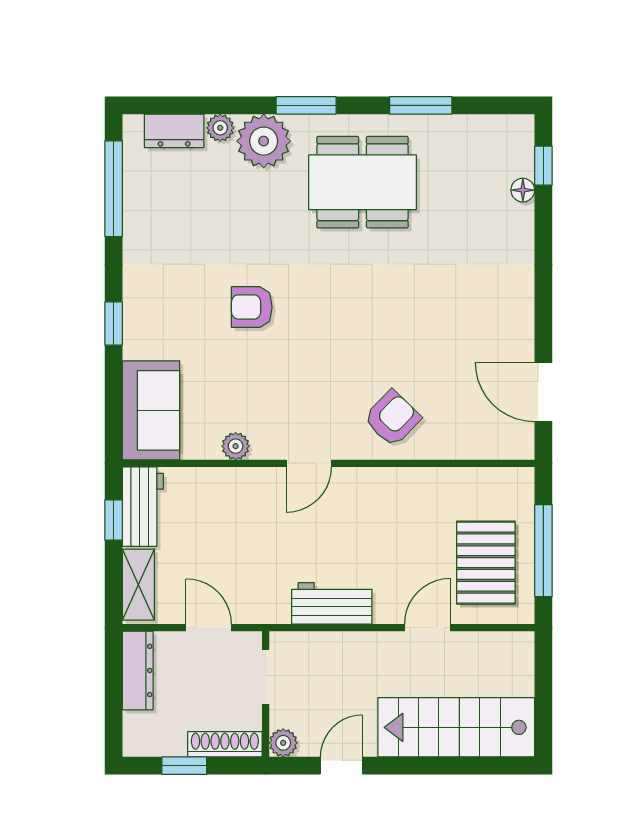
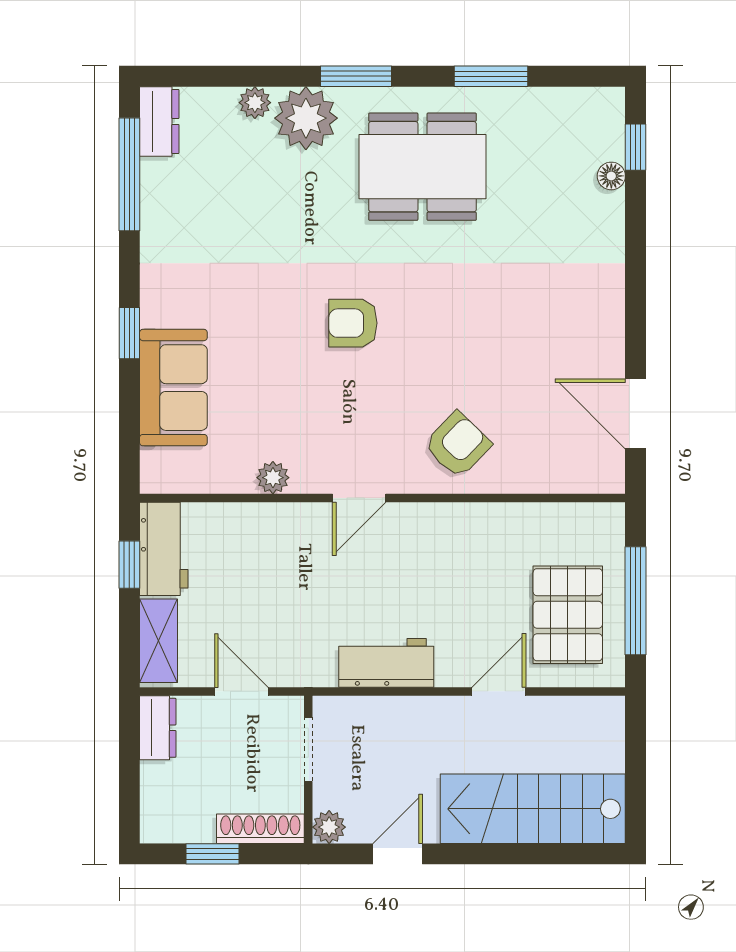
dresser: (174, 131) -> (159, 121), moved, turned -90
armchair: (252, 307) -> (353, 323), moved
sofa: (151, 410) -> (173, 388), moved
dresser: (138, 670) -> (158, 728), width x0.70

